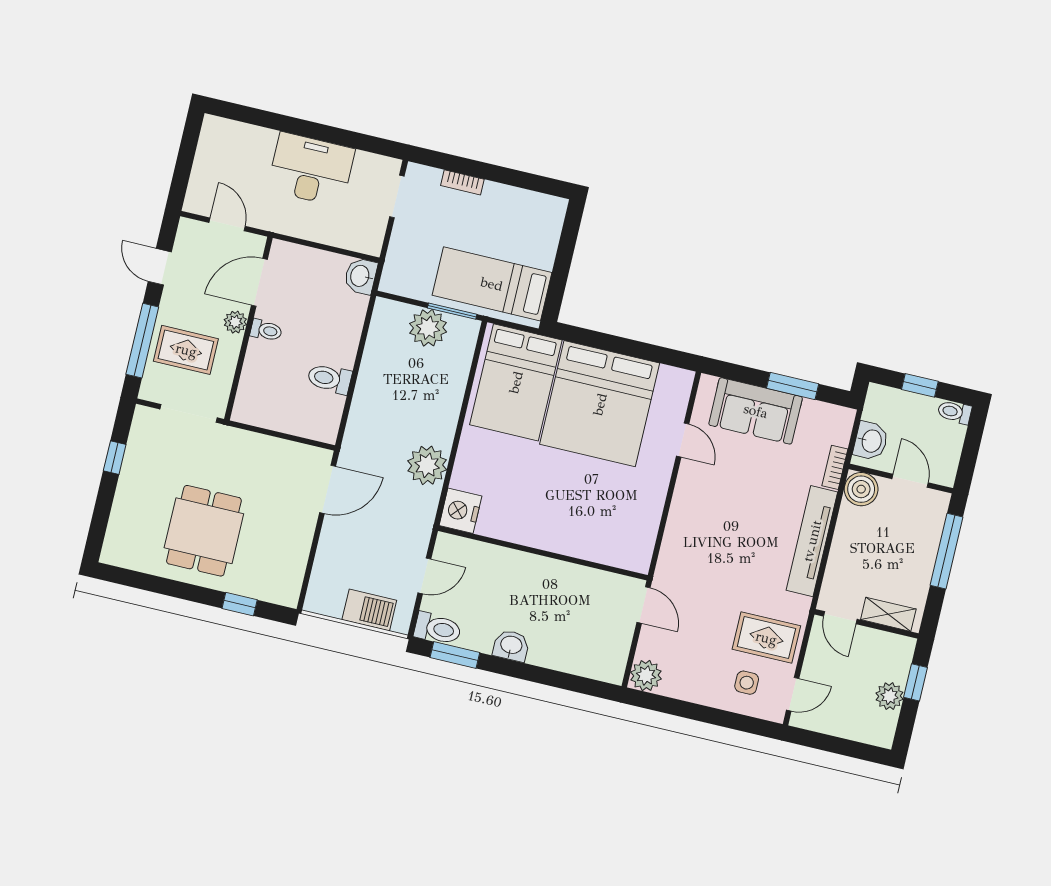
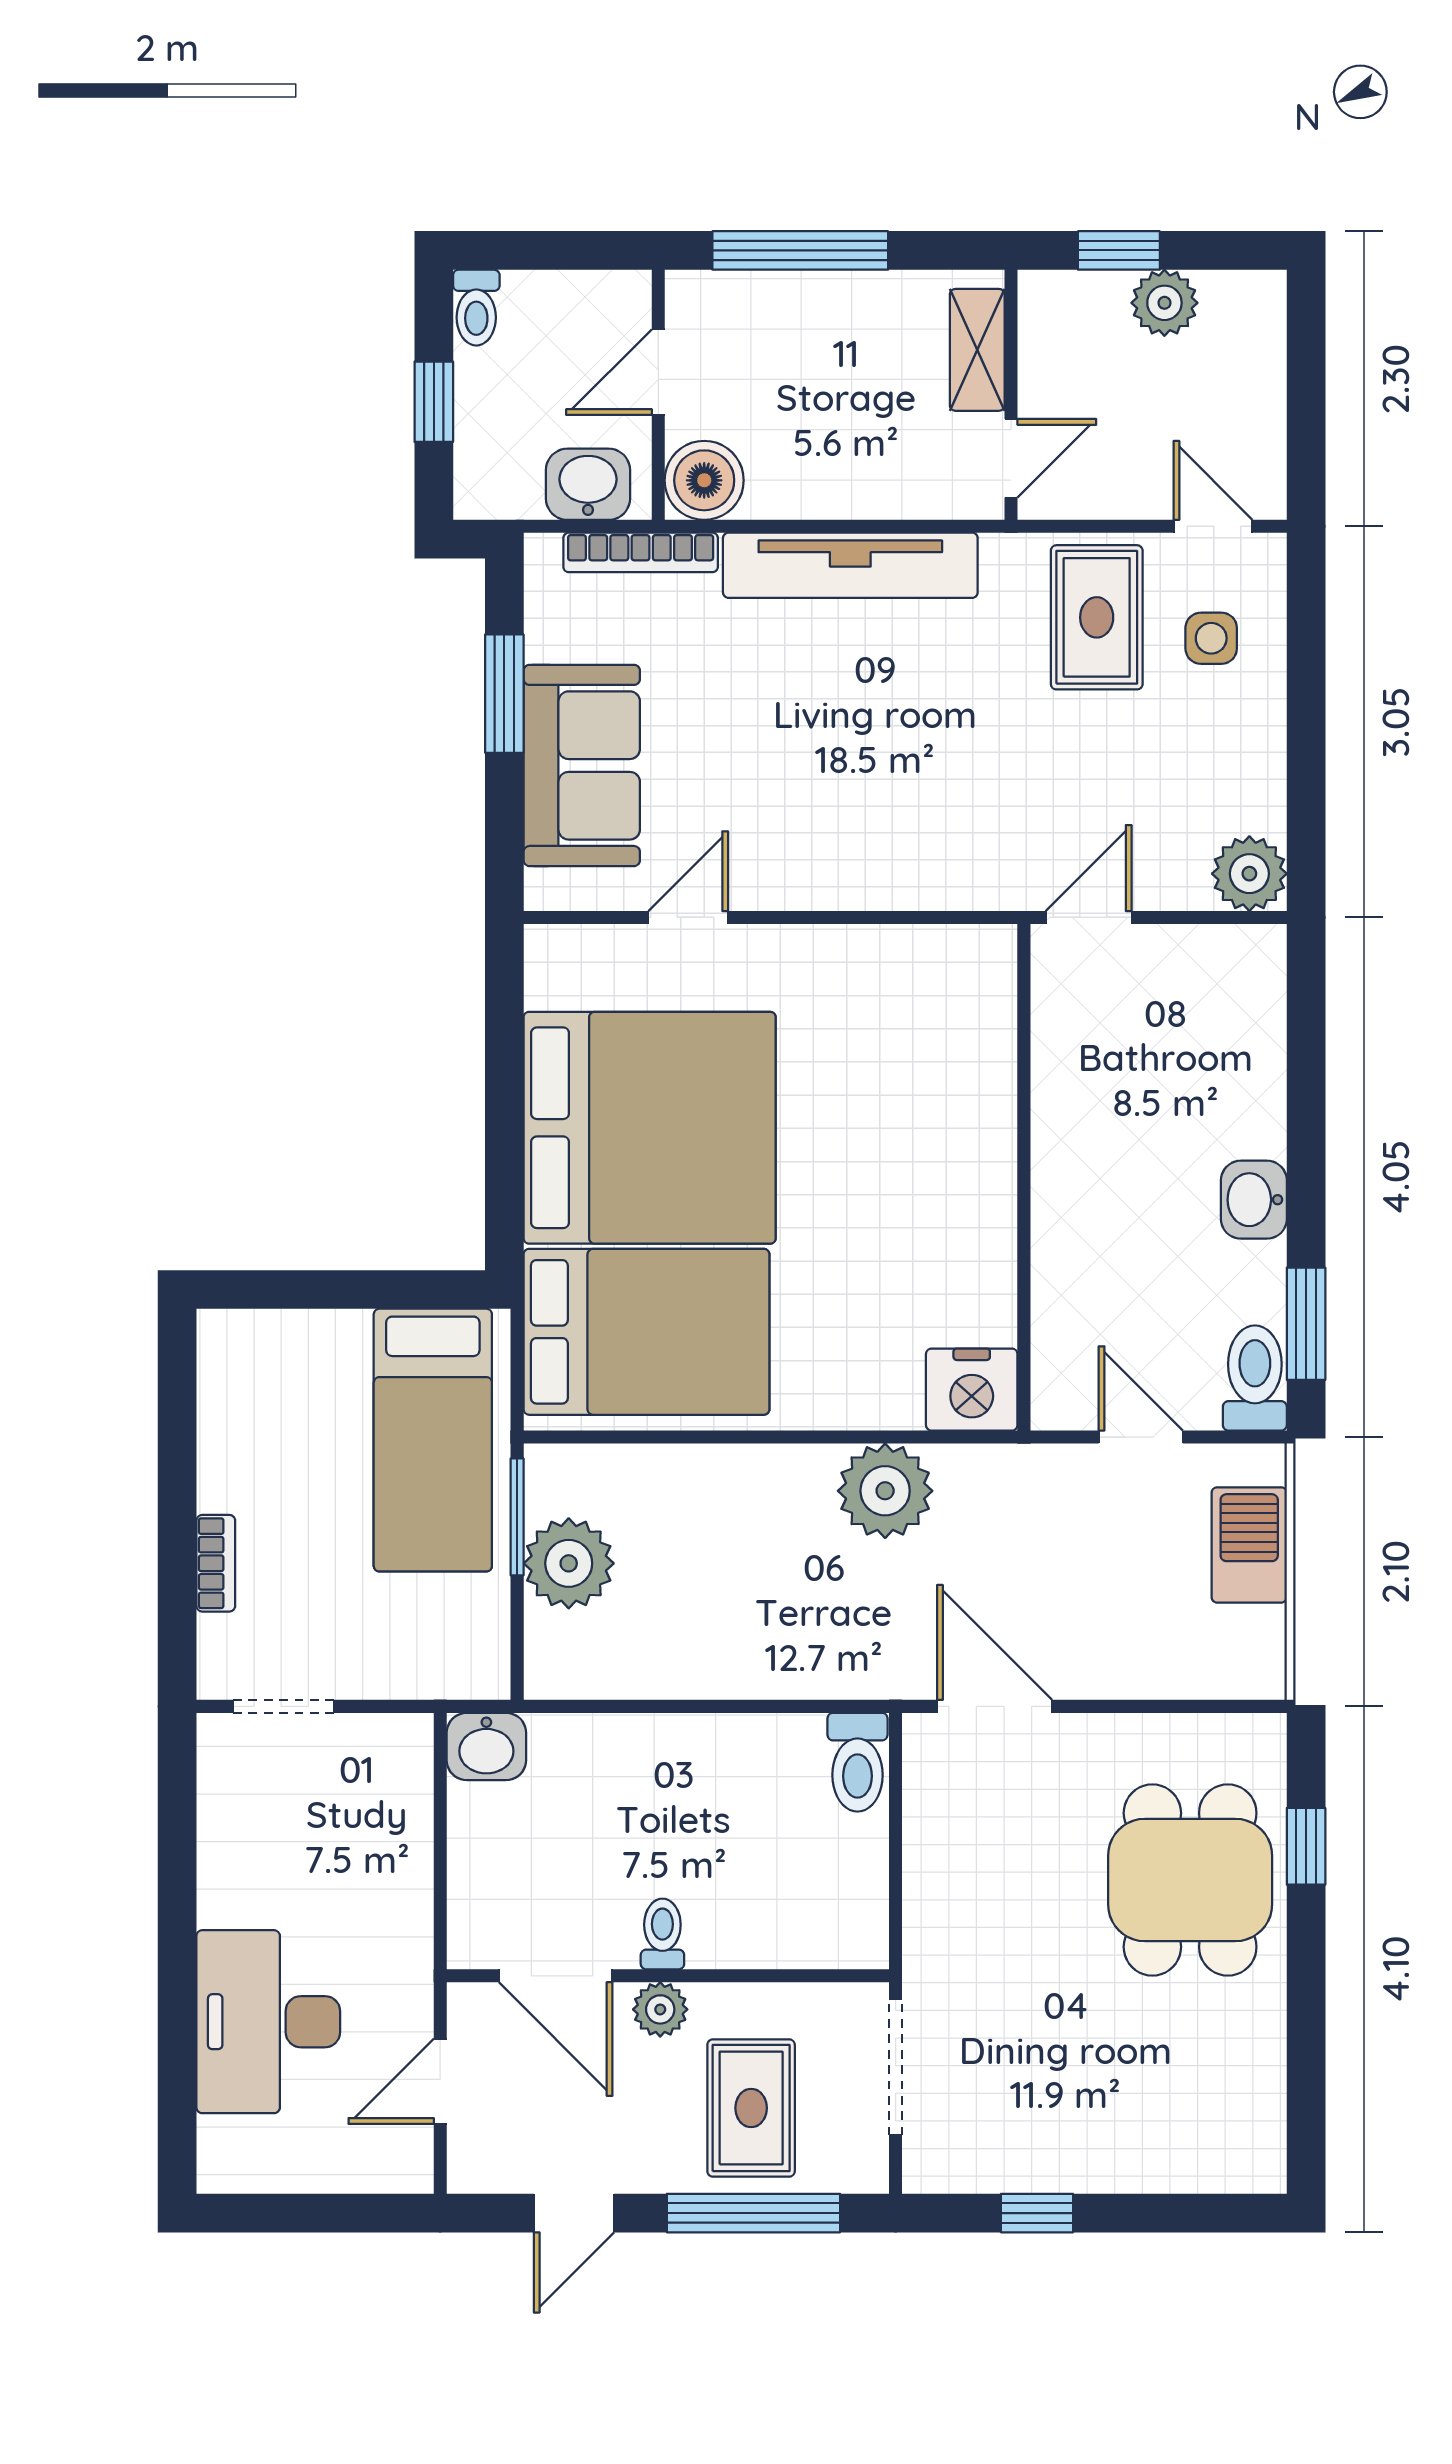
desk: (311, 169) -> (268, 2022), moved
toilet: (329, 379) -> (857, 1762), moved
bookcase: (835, 467) -> (641, 552), width x1.56
dining table: (204, 531) -> (1190, 1880), moved, turned 90

